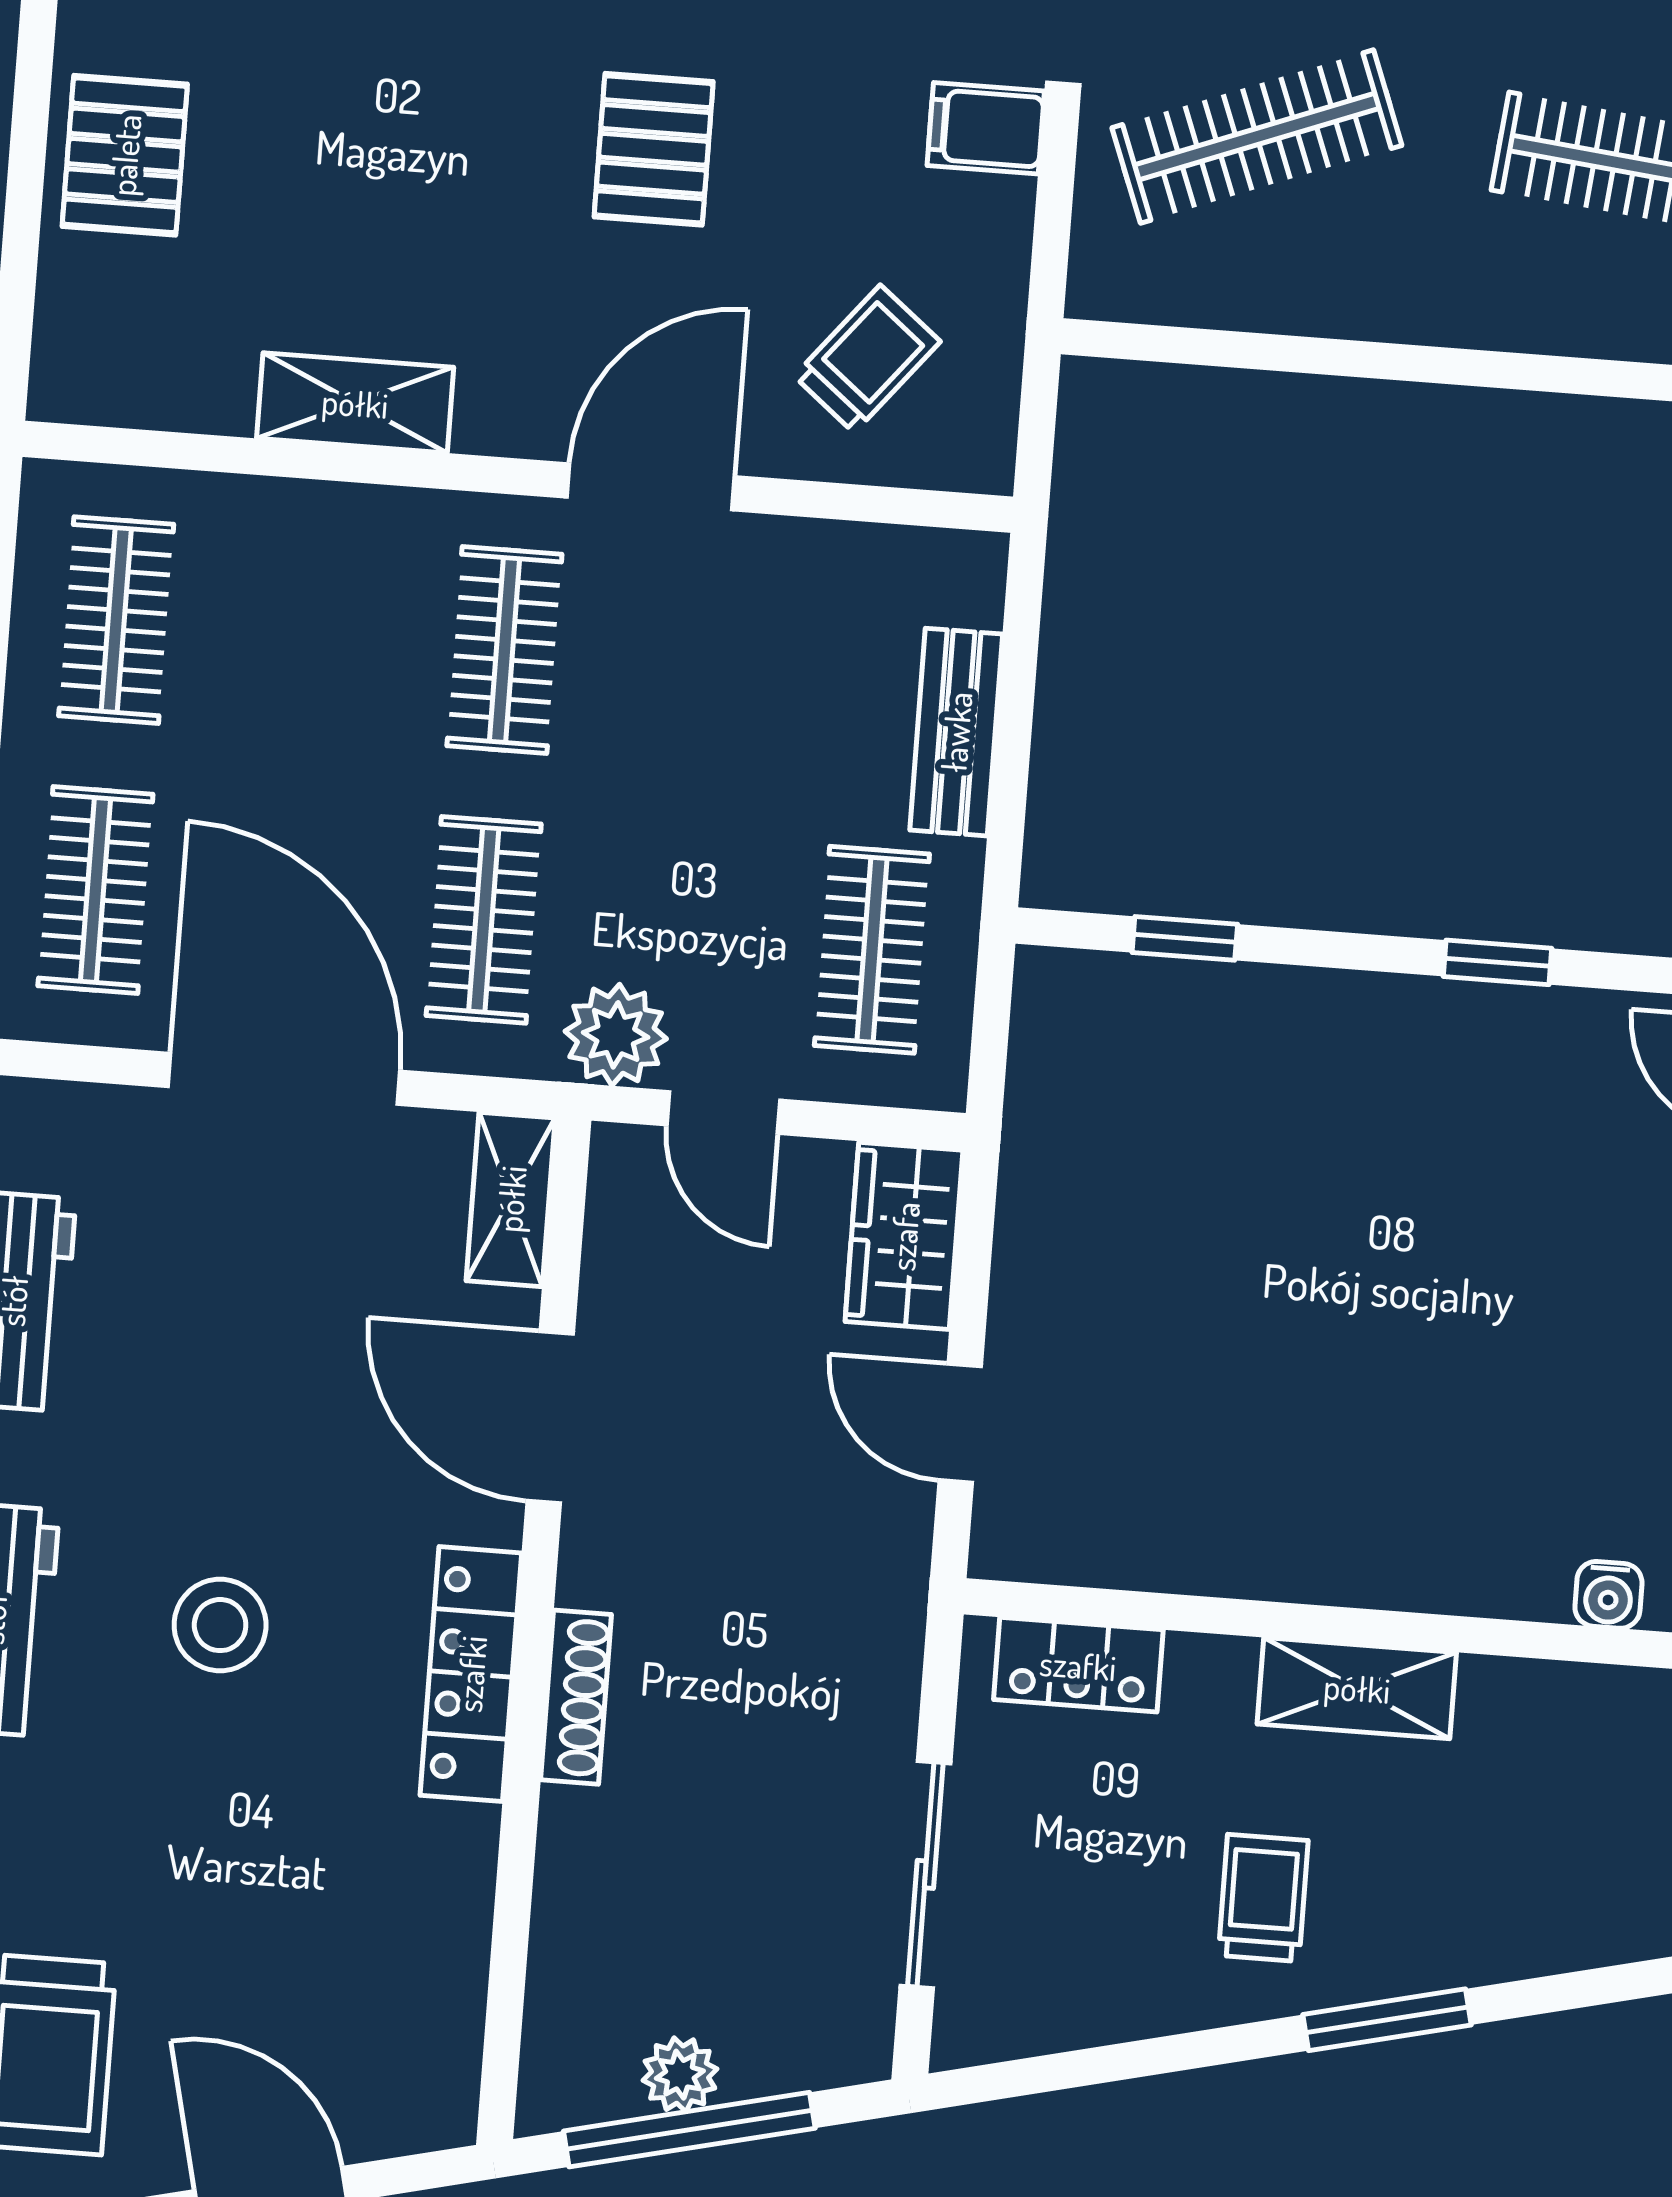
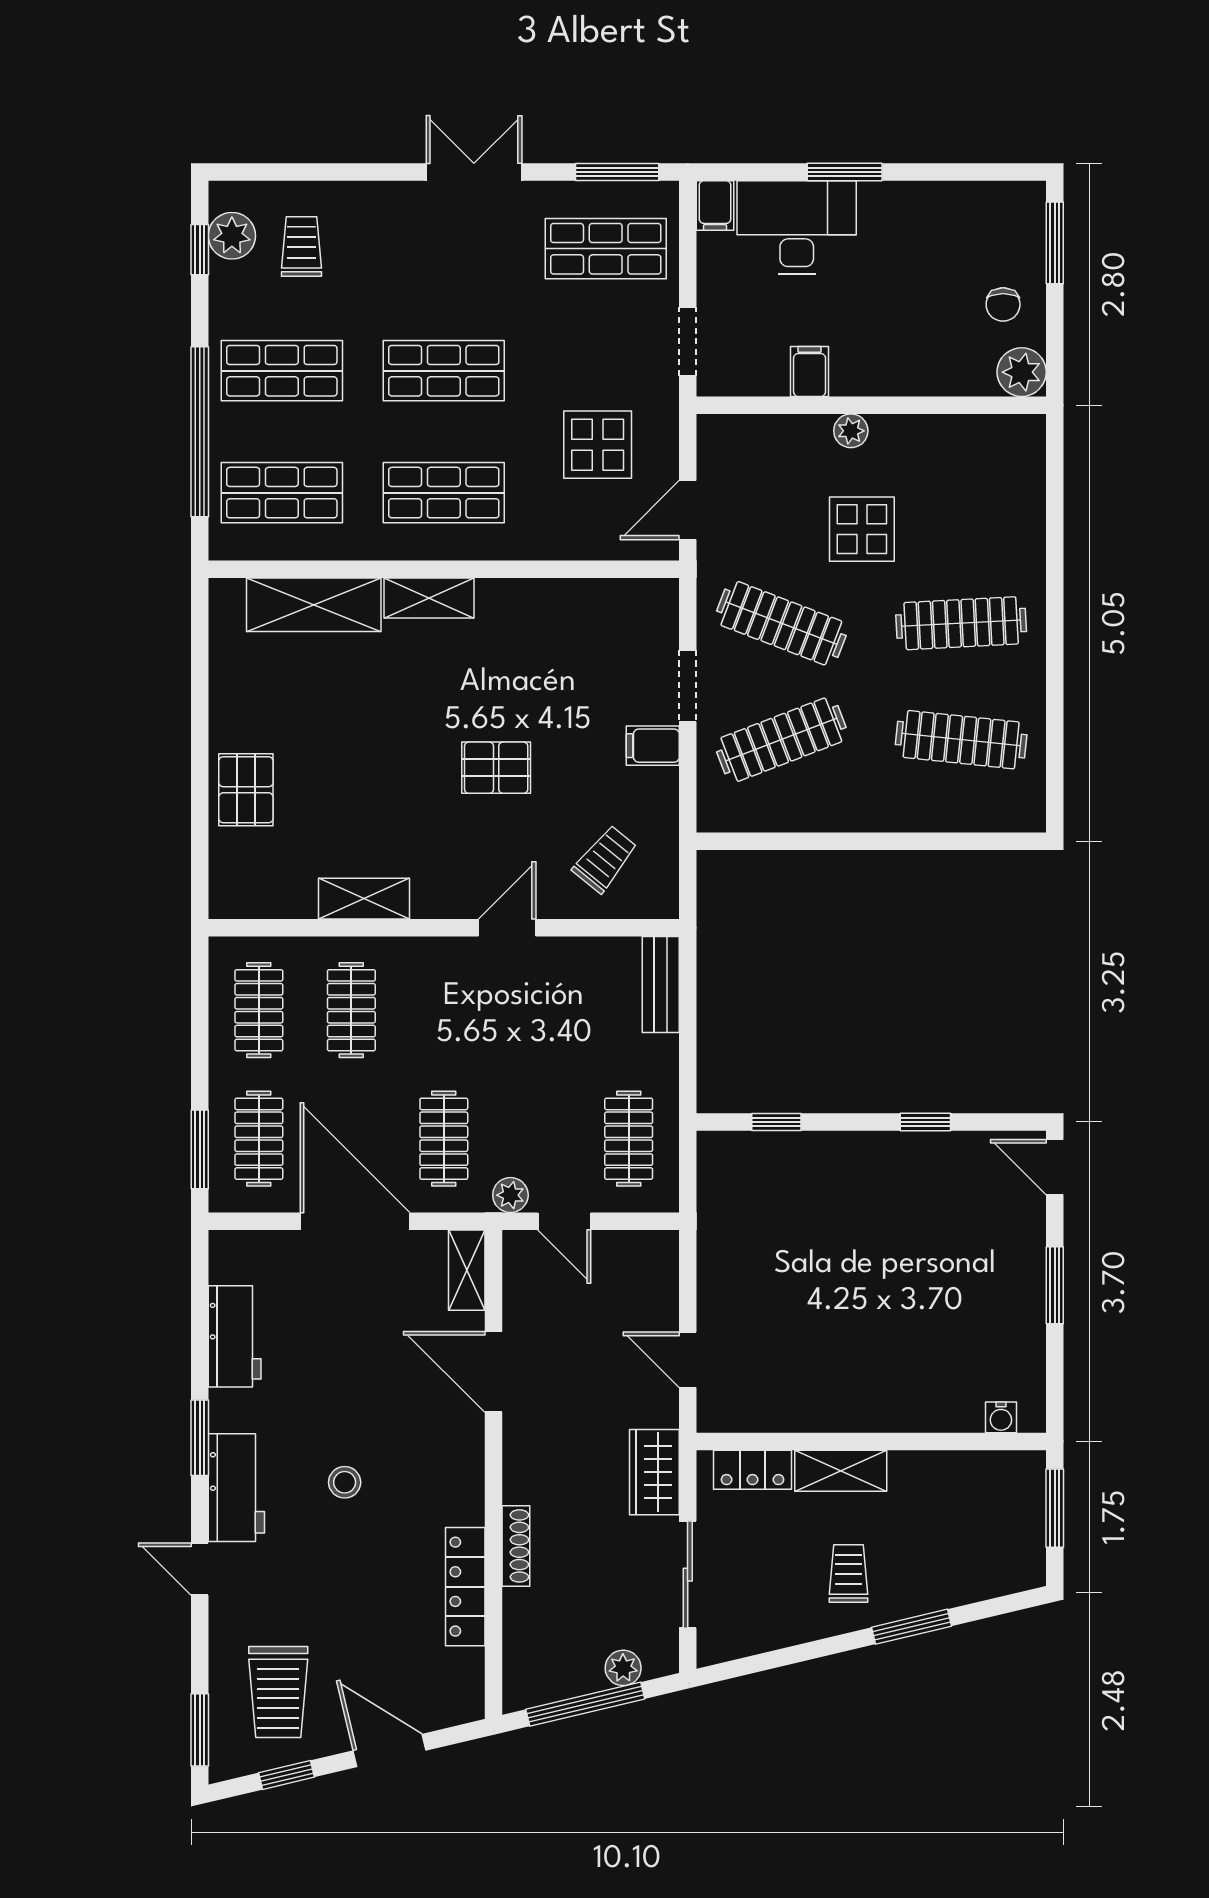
pallet: (654, 149) -> (496, 768), turned 90
door: (651, 487) -> (507, 928), width x0.73
clothes rail: (504, 650) -> (351, 1010), moved
bench: (956, 732) -> (661, 984), moved
plant: (616, 1035) -> (510, 1195), width x0.73, depth x0.73
wardrobe: (904, 1236) -> (654, 1472), moved
stool: (220, 1625) -> (345, 1482), width x0.73, depth x0.73
locker: (471, 1674) -> (465, 1587), moved
shelving: (1357, 1688) -> (841, 1471), moved
shoe rack: (576, 1697) -> (516, 1546), moved
plant: (680, 2075) -> (623, 1668), moved

